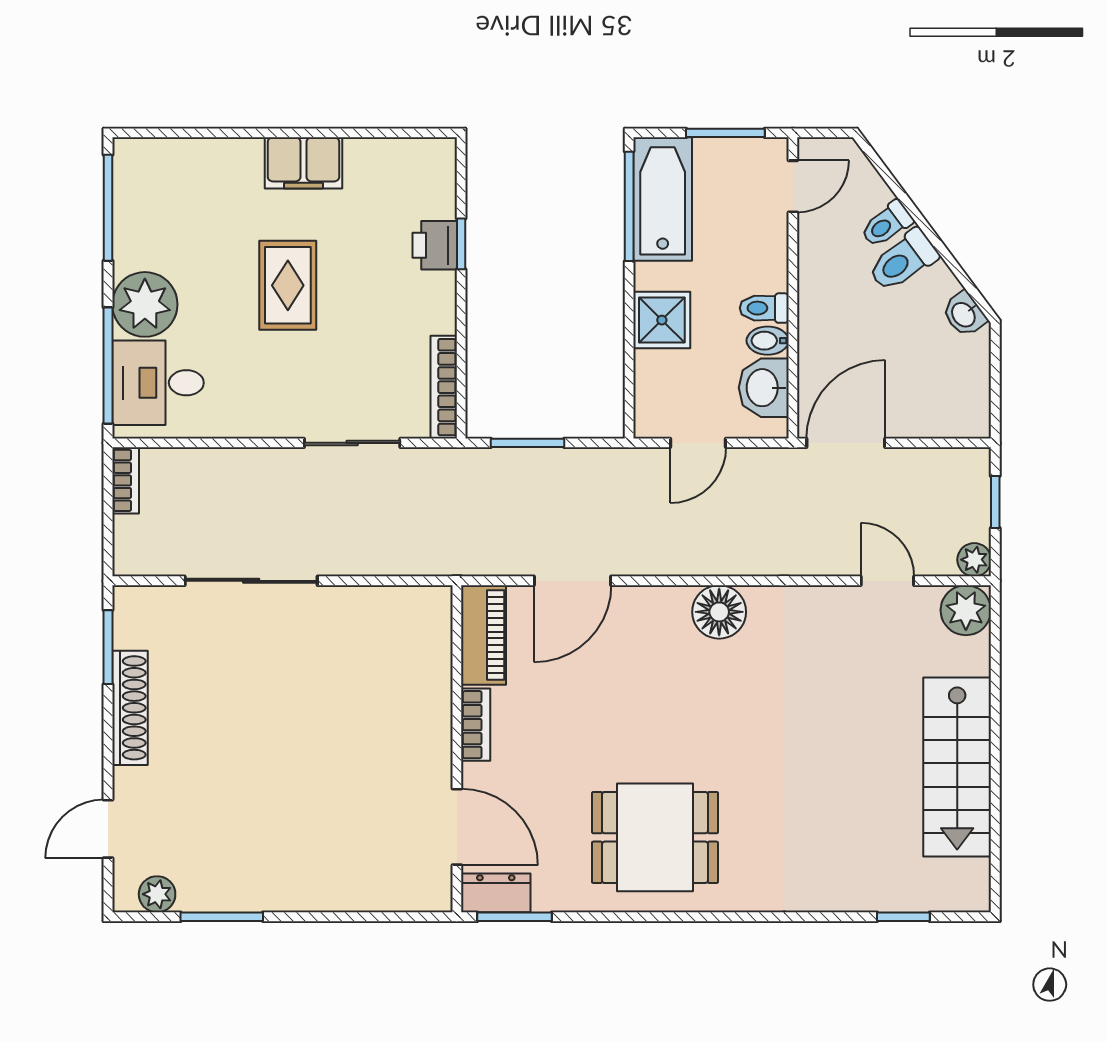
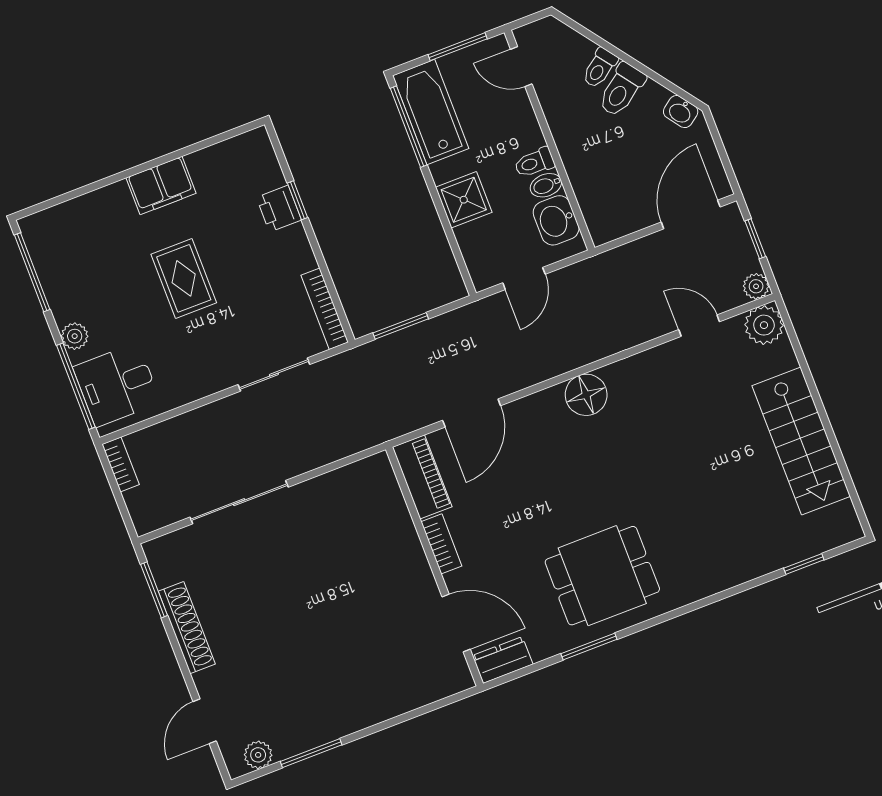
door: (793, 186) -> (521, 67), swing flipped
plant: (145, 304) -> (75, 336), width x0.53, depth x0.53
door: (846, 443) -> (691, 215), moved
window: (514, 917) -> (589, 647), moved

